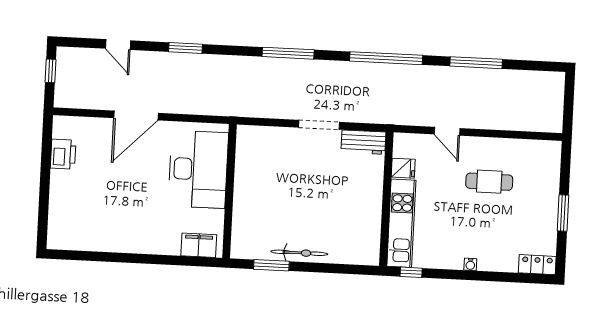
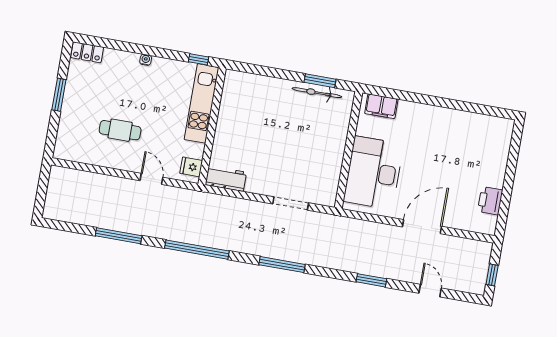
doorway: (319, 125) -> (291, 203), moved
fridge: (403, 168) -> (191, 167), moved
bicycle: (299, 253) -> (317, 93), moved

